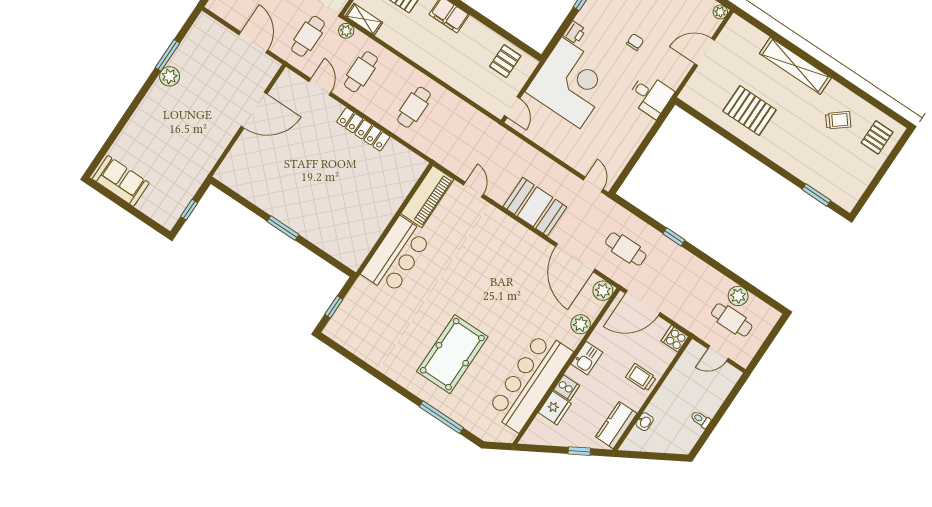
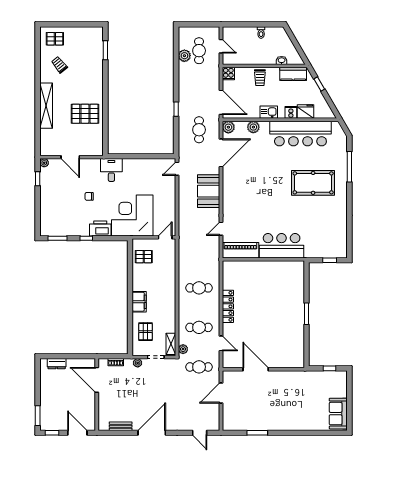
printer: (574, 32) -> (100, 228), width x1.87, depth x1.48
plant: (170, 76) -> (267, 424), removed
door: (320, 87) -> (221, 343), swing flipped
pallet: (750, 111) -> (85, 114), turned 90

